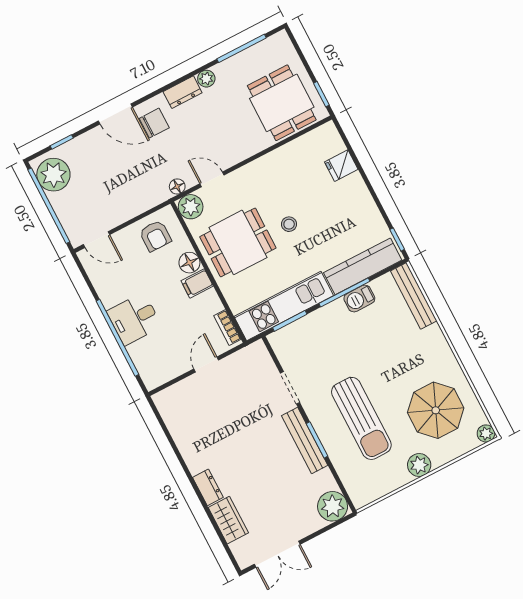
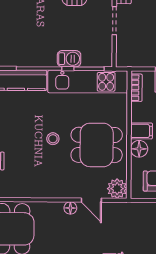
floor lamp: (177, 186) -> (70, 208), moved
barbecue: (359, 298) -> (69, 59), moved

